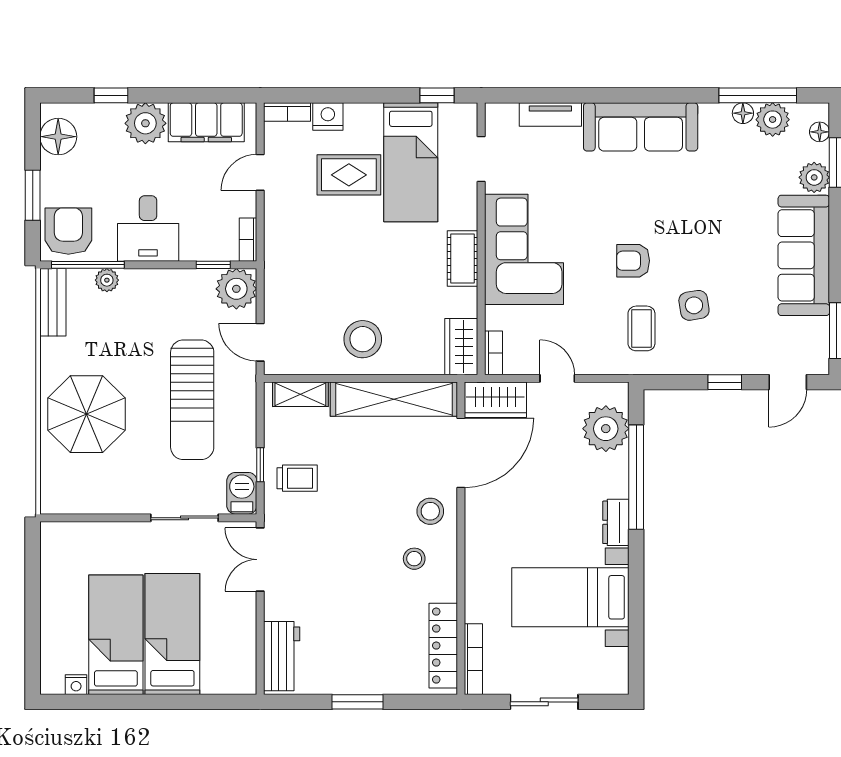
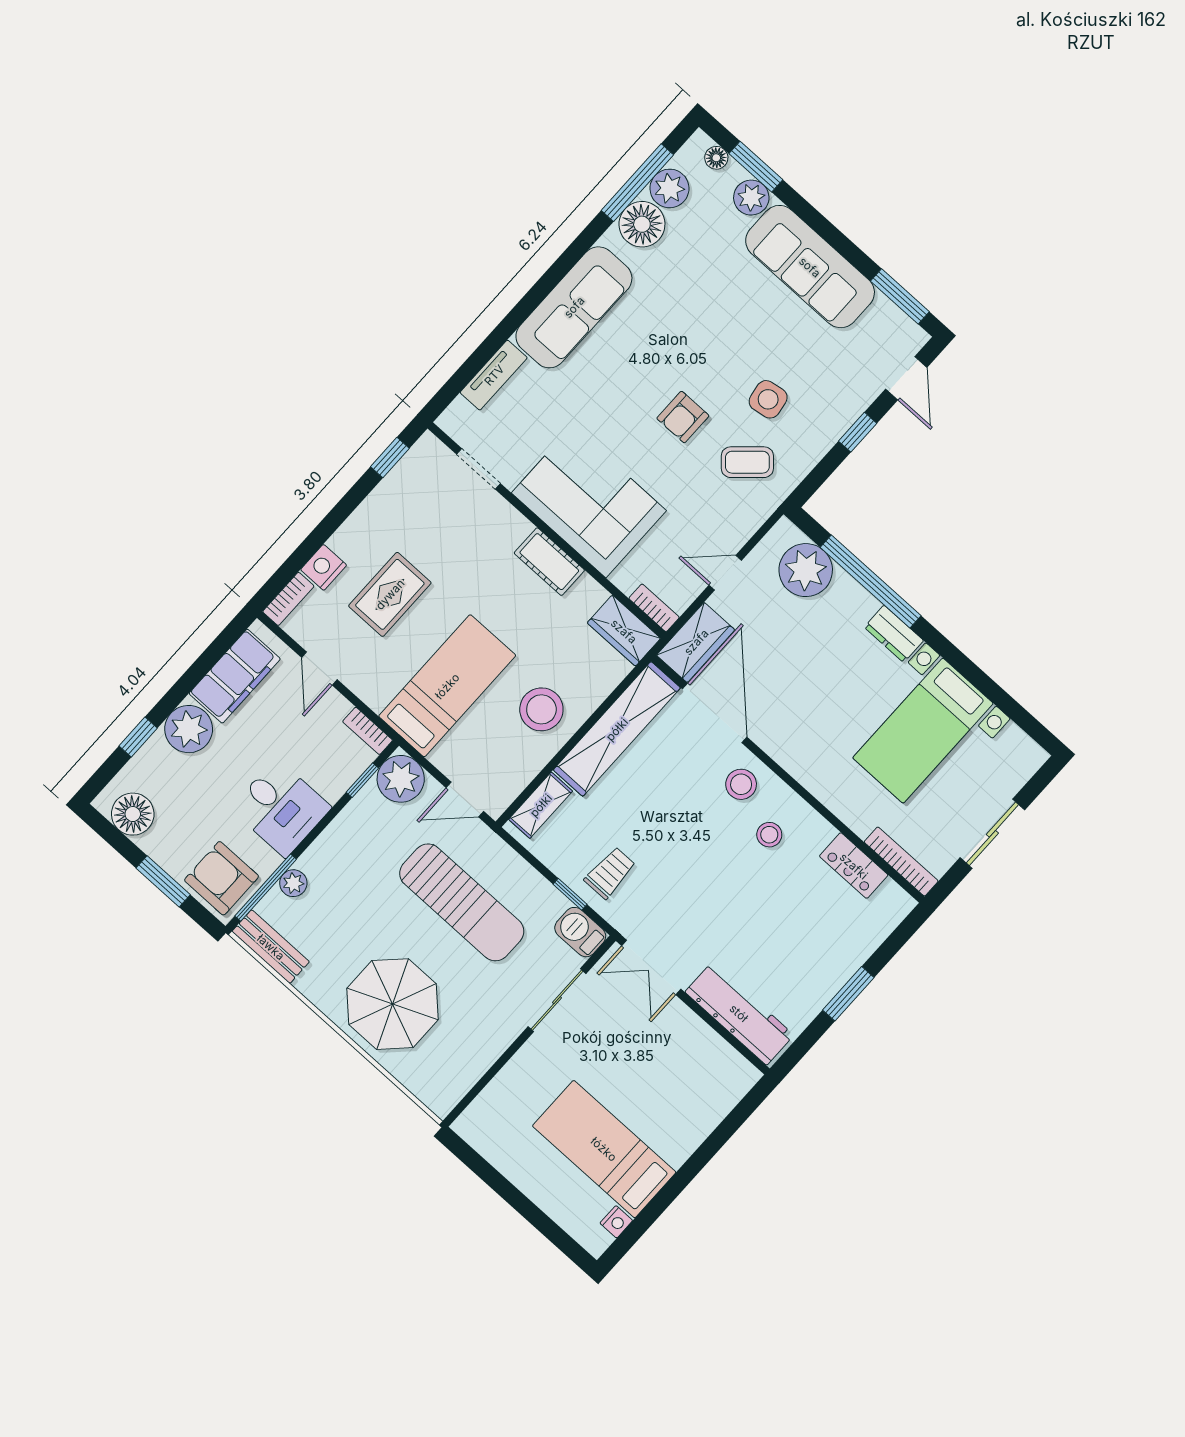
floor lamp: (743, 113) -> (642, 224), width x1.89, depth x1.89
bed: (411, 162) -> (447, 686), moved, turned -90
coffee table: (641, 328) -> (747, 462), turned -42
bed: (172, 634) -> (647, 1100), removed
locker: (443, 646) -> (854, 866), width x0.66
workbench: (282, 656) -> (739, 1013), width x1.38

